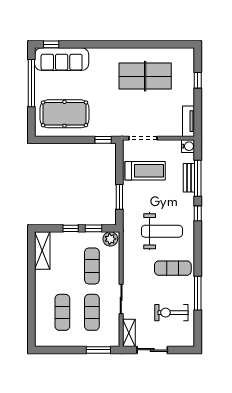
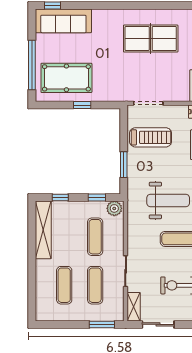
window: (31, 83) -> (32, 65), moved
window: (103, 140) -> (82, 105), moved
window: (71, 228) -> (60, 197), moved
shelving: (42, 251) -> (43, 230), width x1.47

